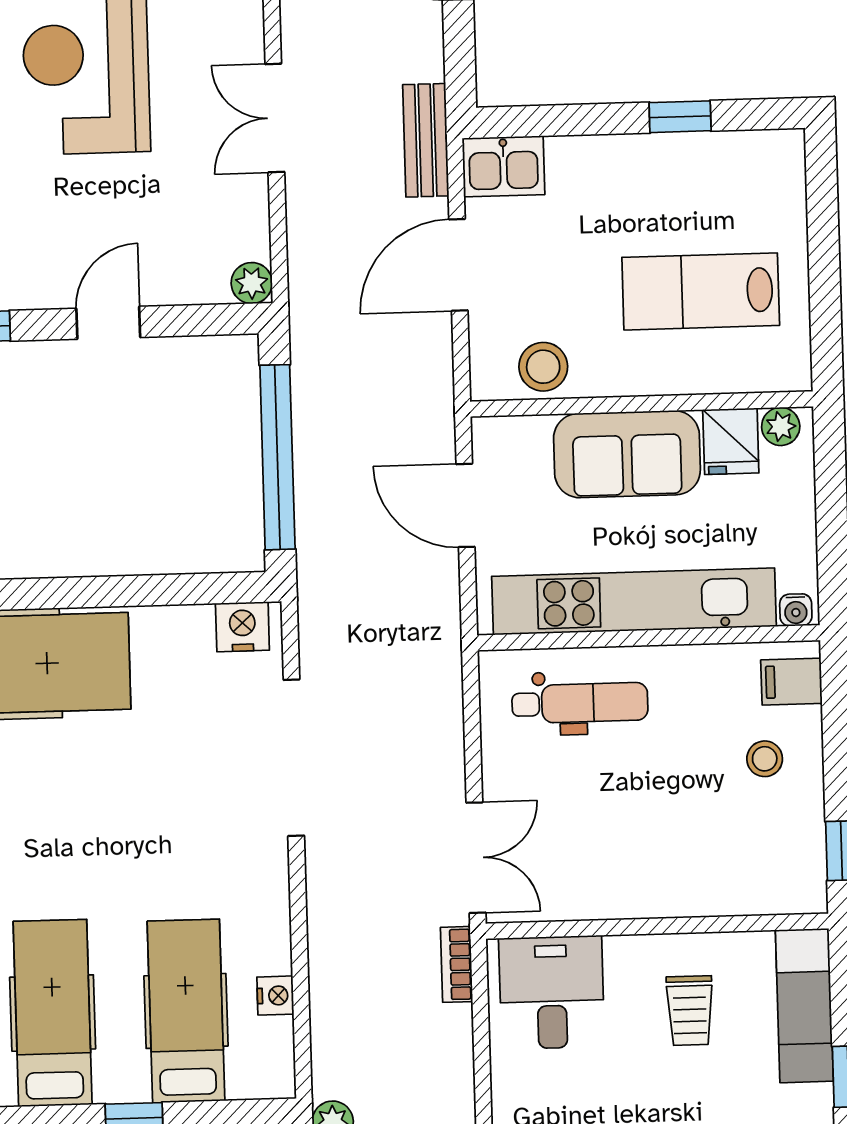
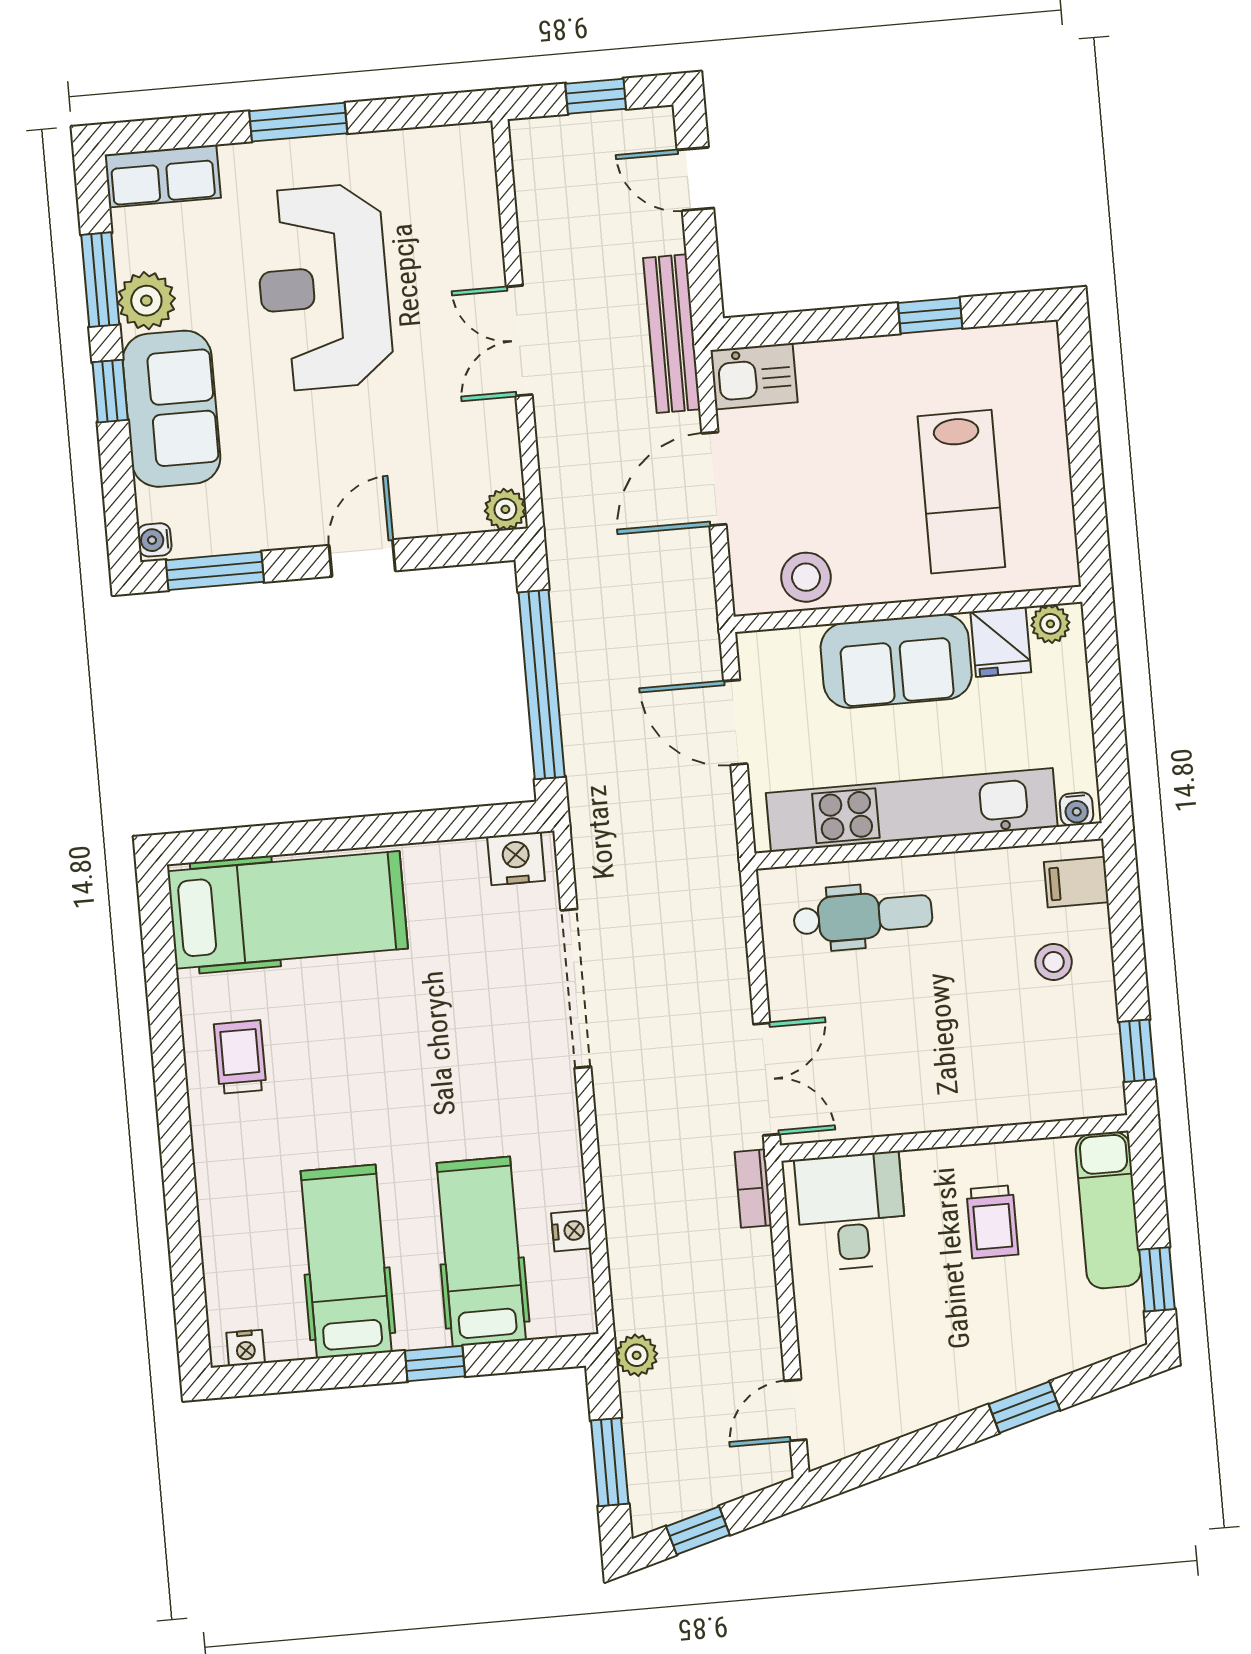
bench: (426, 140) -> (672, 334), width x1.36
lab bench: (701, 291) -> (961, 492), turned -90

